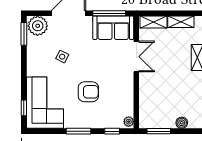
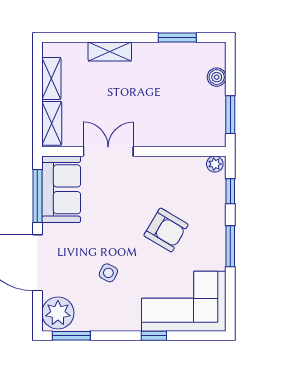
armchair: (88, 92) -> (166, 230), turned 121
window: (24, 108) -> (154, 336), moved

